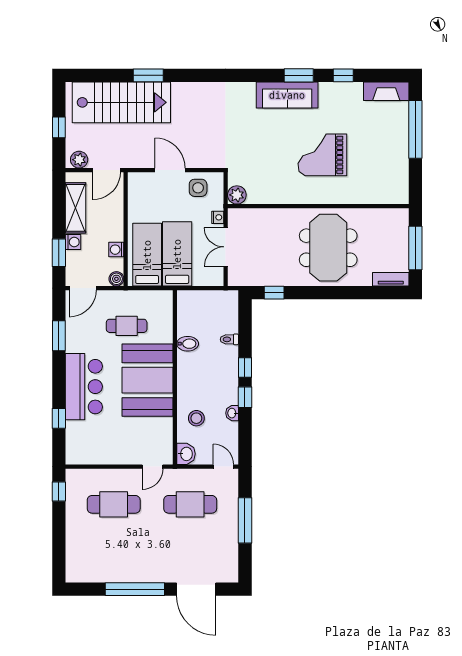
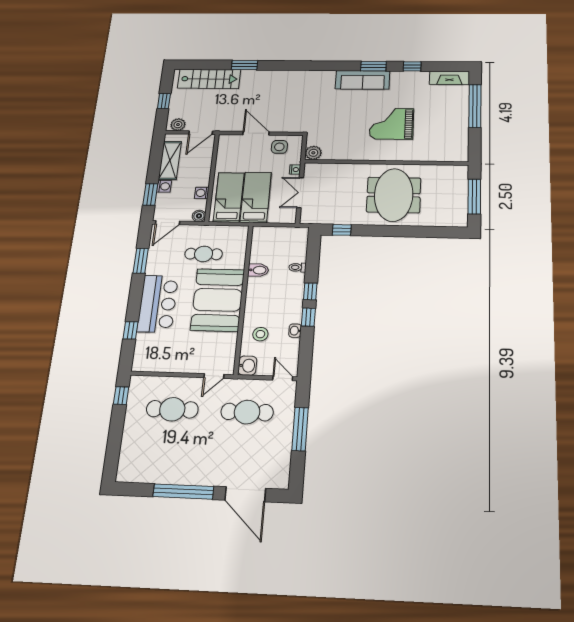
stairs: (121, 102) -> (209, 79), width x0.73, depth x0.66
tv unit: (391, 279) -> (451, 221), removed

